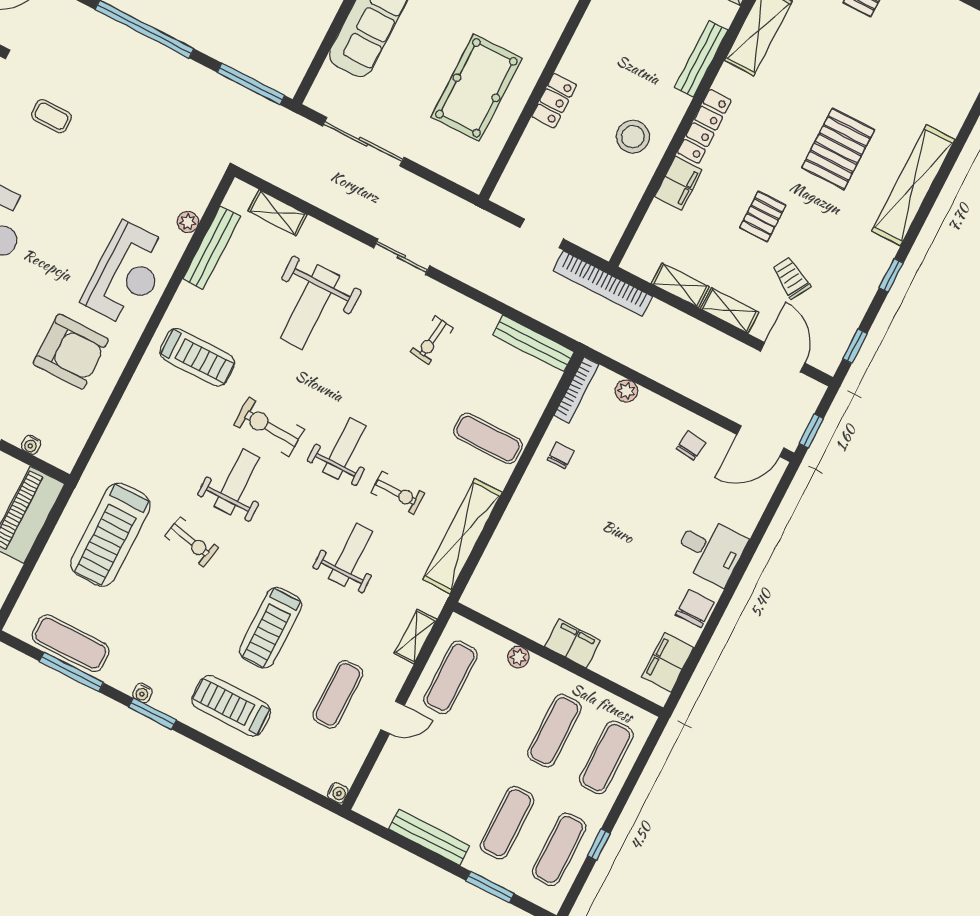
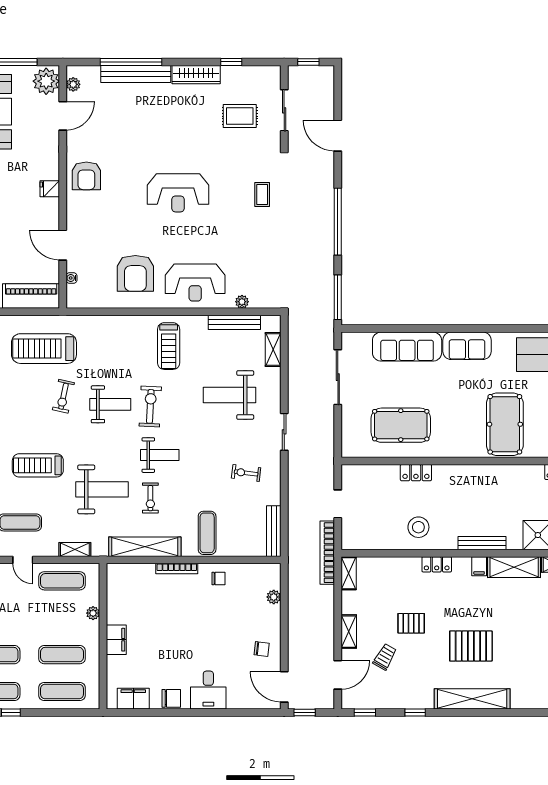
locker: (704, 126) -> (437, 564), width x0.66
filing cabinet: (678, 183) -> (479, 566), moved, width x0.50
shelving: (680, 285) -> (349, 573), moved
bookcase: (576, 390) -> (177, 569), moved
weight bench: (351, 555) -> (102, 489), width x1.36, depth x1.33

